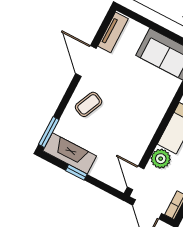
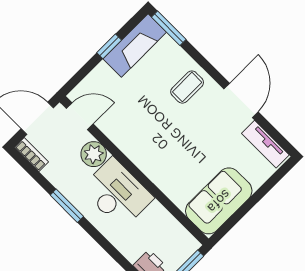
door: (86, 61) -> (241, 100), hinge flipped
coffee table: (89, 104) -> (187, 87), turned 66

